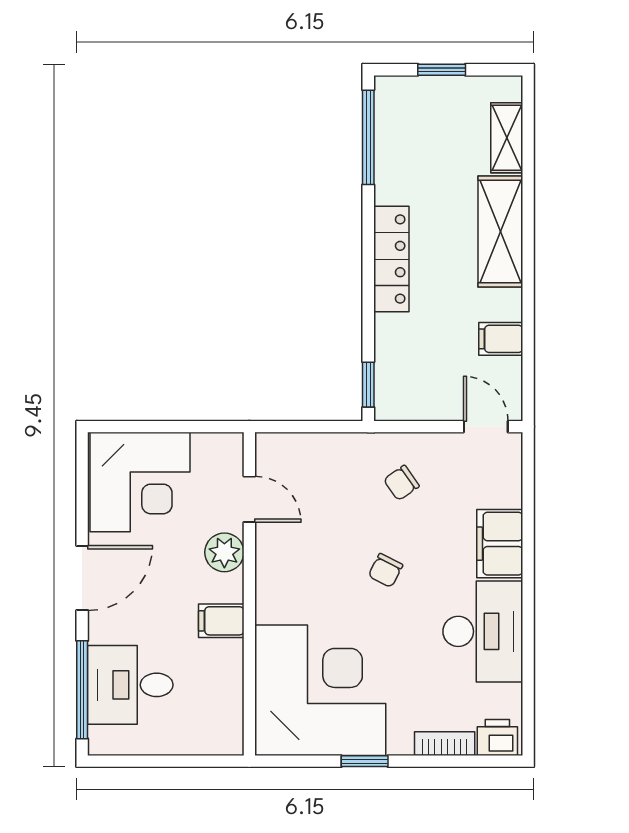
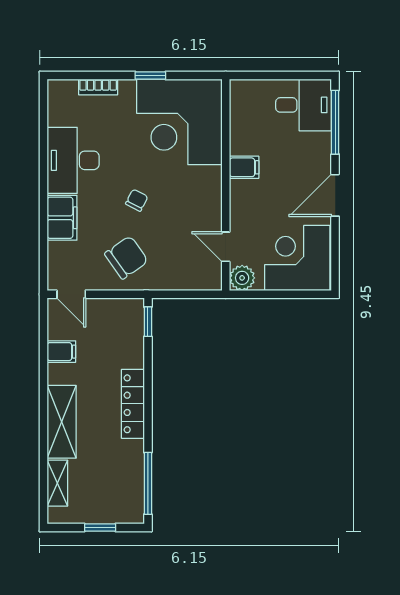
chair: (401, 483) -> (126, 257), width x1.87, depth x1.87
plant: (224, 552) -> (242, 278), moved
desk: (130, 685) -> (304, 105), moved
printer: (497, 737) -> (64, 91), removed

